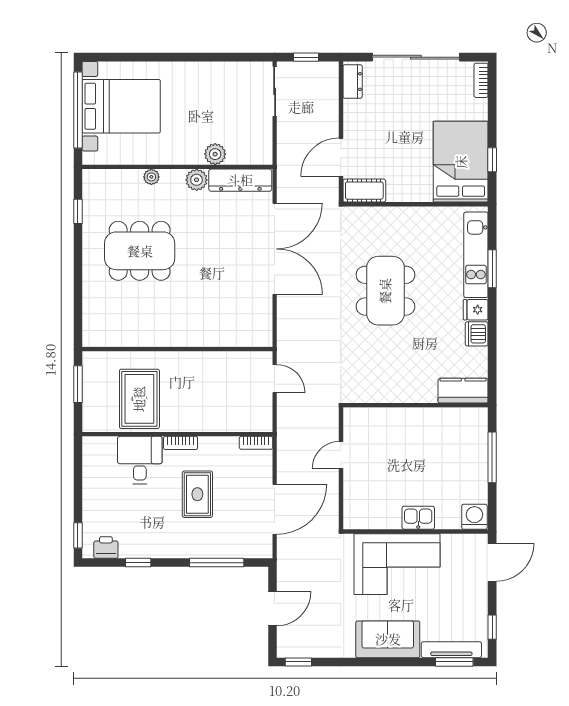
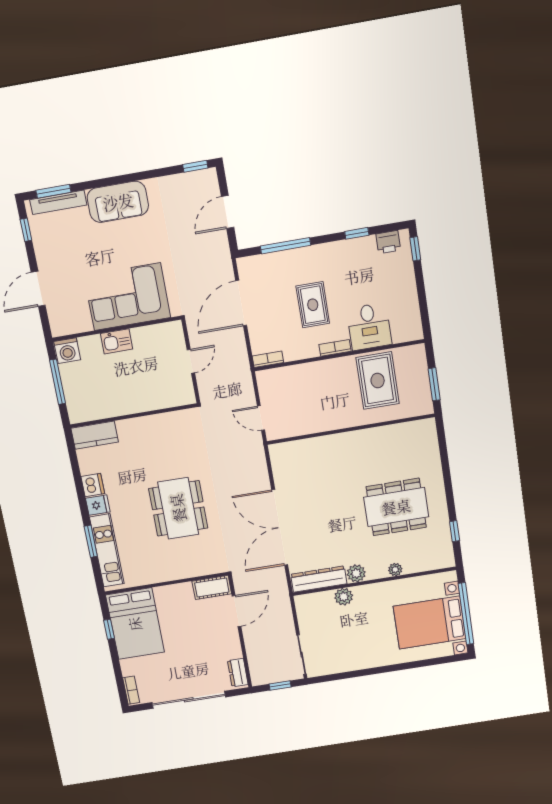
washing machine: (474, 517) -> (67, 351), moved
kitchen sink: (418, 518) -> (117, 341), moved
wall: (415, 531) -> (117, 329), moved
corner sofa: (397, 564) -> (127, 297), moved

